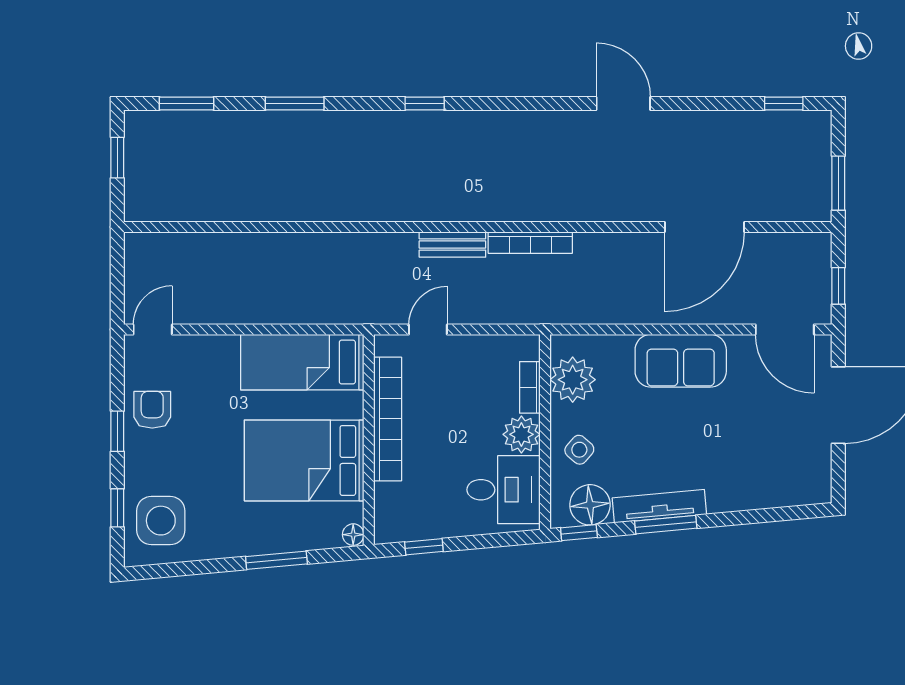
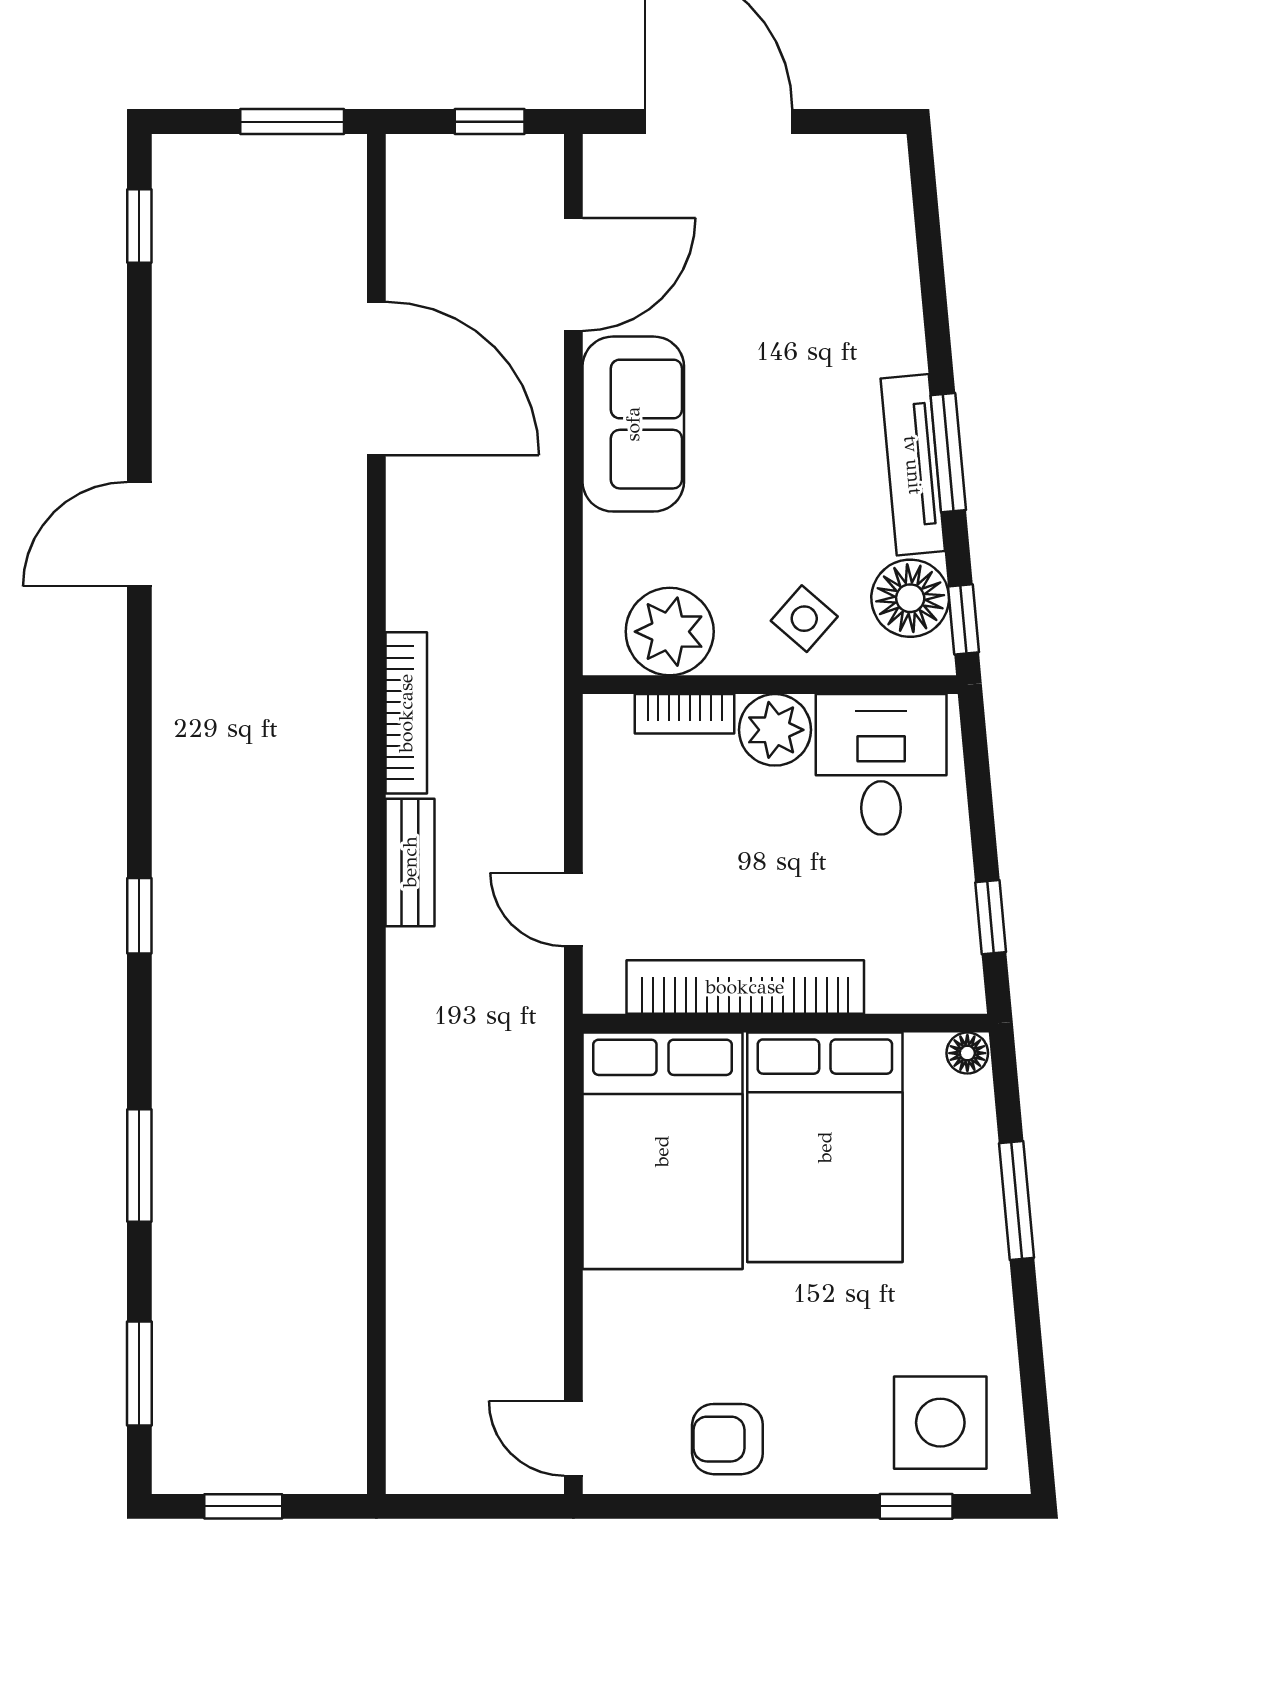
door: (785, 329) -> (573, 274), moved
bed: (302, 362) -> (662, 1151), width x1.50
window: (117, 431) -> (769, 1506), removed

